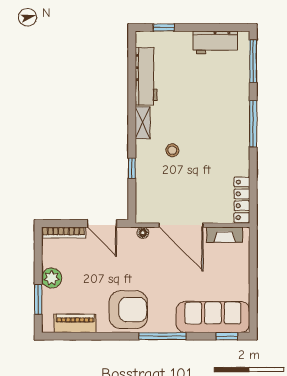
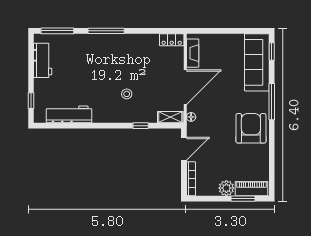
shelving: (143, 123) -> (170, 117), moved
locker: (242, 200) -> (172, 40), width x0.66
piano: (75, 323) -> (251, 189), moved, turned 90

